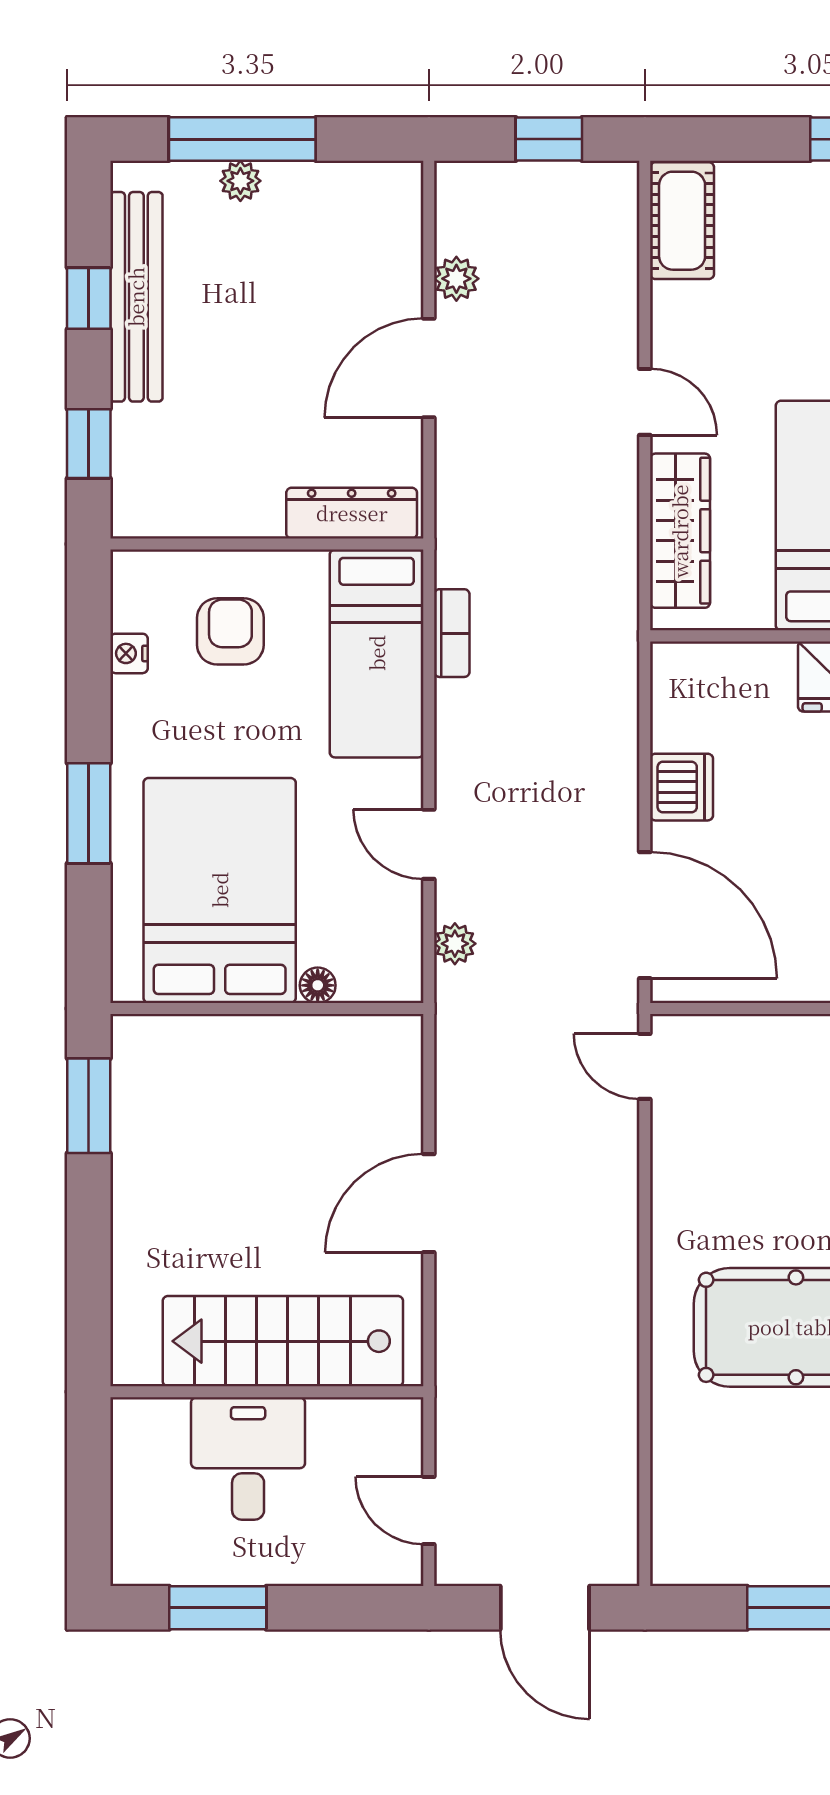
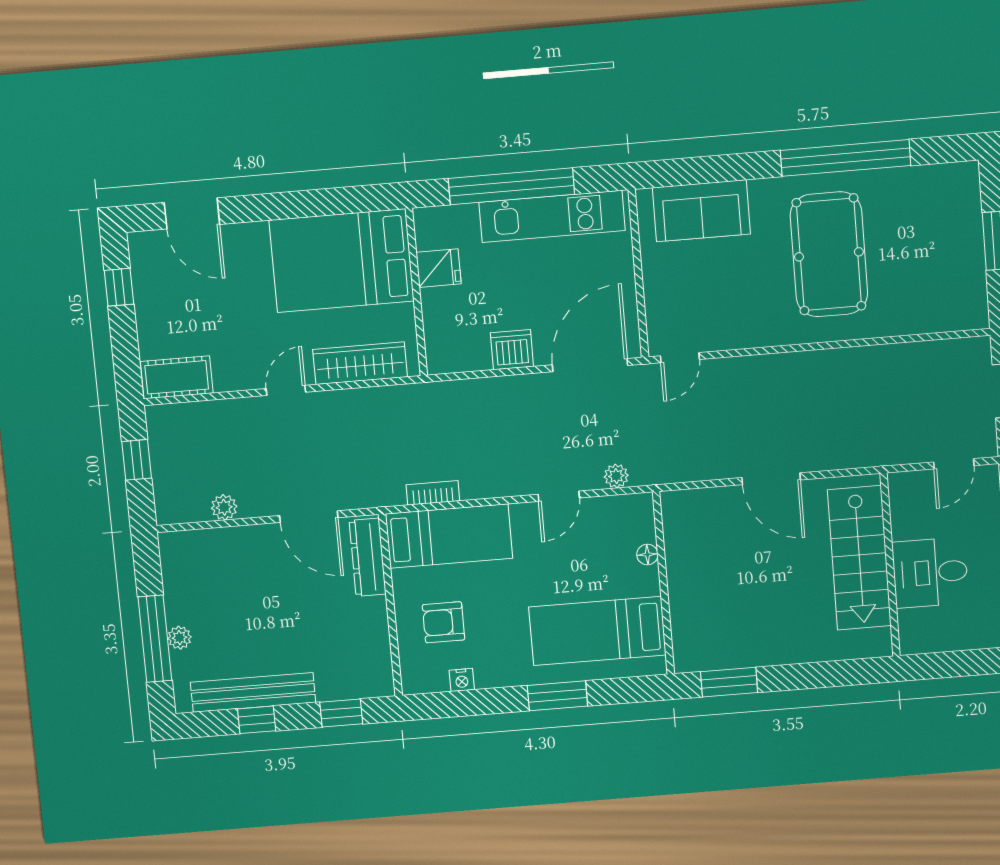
door: (429, 368) -> (309, 517), moved
bed: (220, 890) -> (597, 631), width x0.67

